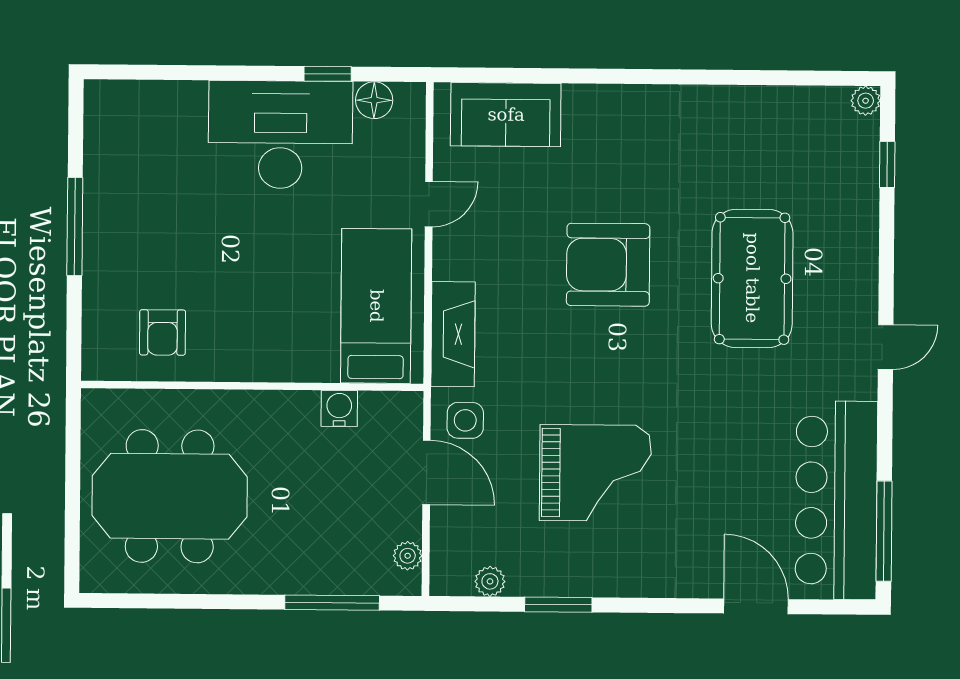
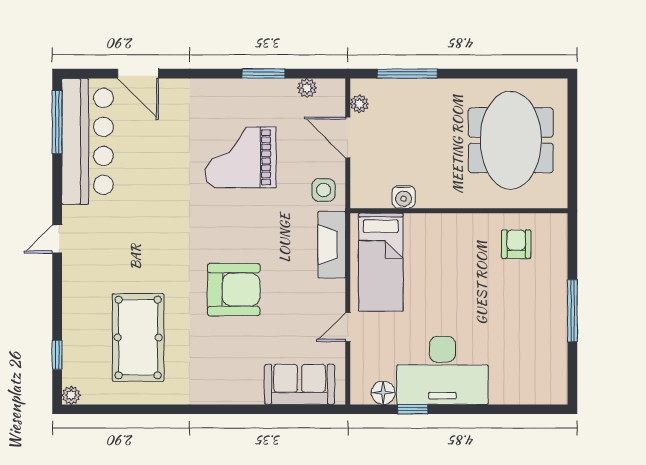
pool table: (752, 278) -> (138, 337), moved
door: (426, 472) -> (348, 138), moved
meeting table: (170, 496) -> (511, 140), turned 90

